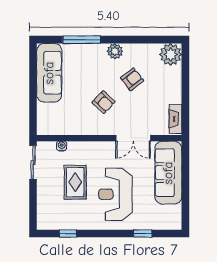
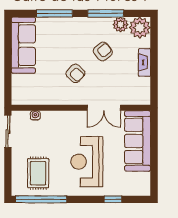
window: (135, 40) -> (106, 13), added
plant: (115, 51) -> (121, 25), moved
fireplace: (176, 119) -> (144, 62), moved
rug: (75, 182) -> (38, 173), moved
window: (68, 233) -> (41, 199), width x3.17

